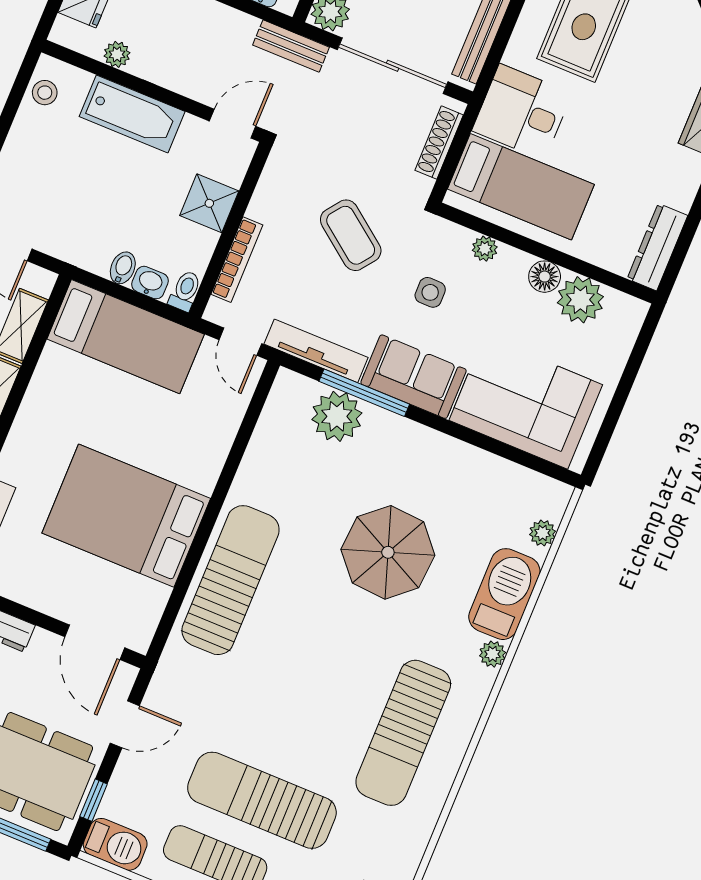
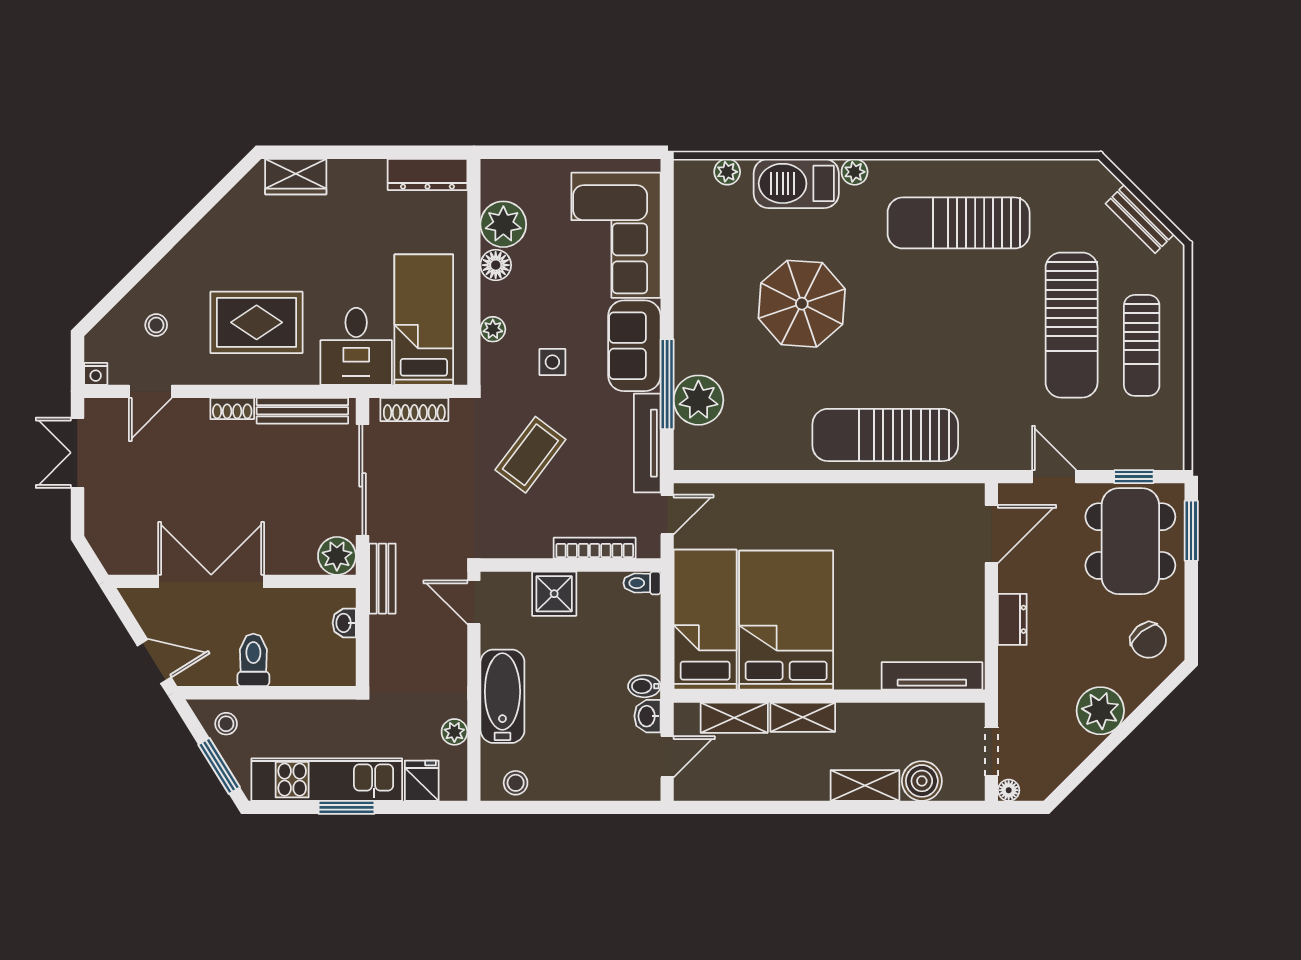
bidet: (123, 268) -> (644, 686), moved
washbasin: (150, 283) -> (647, 716), moved
bed: (126, 516) -> (786, 620), moved, turned 180
sun lounger: (403, 733) -> (959, 223), turned 180
barbecue: (115, 844) -> (1166, 441), removed

